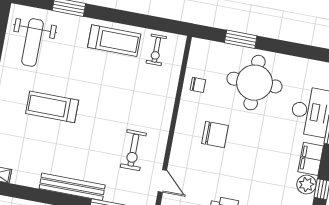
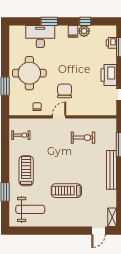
treadmill: (114, 41) -> (26, 171), moved
treadmill: (52, 107) -> (66, 191), turned 90
filing cabinet: (311, 159) -> (73, 31), width x0.50
door: (162, 181) -> (59, 117), moved

